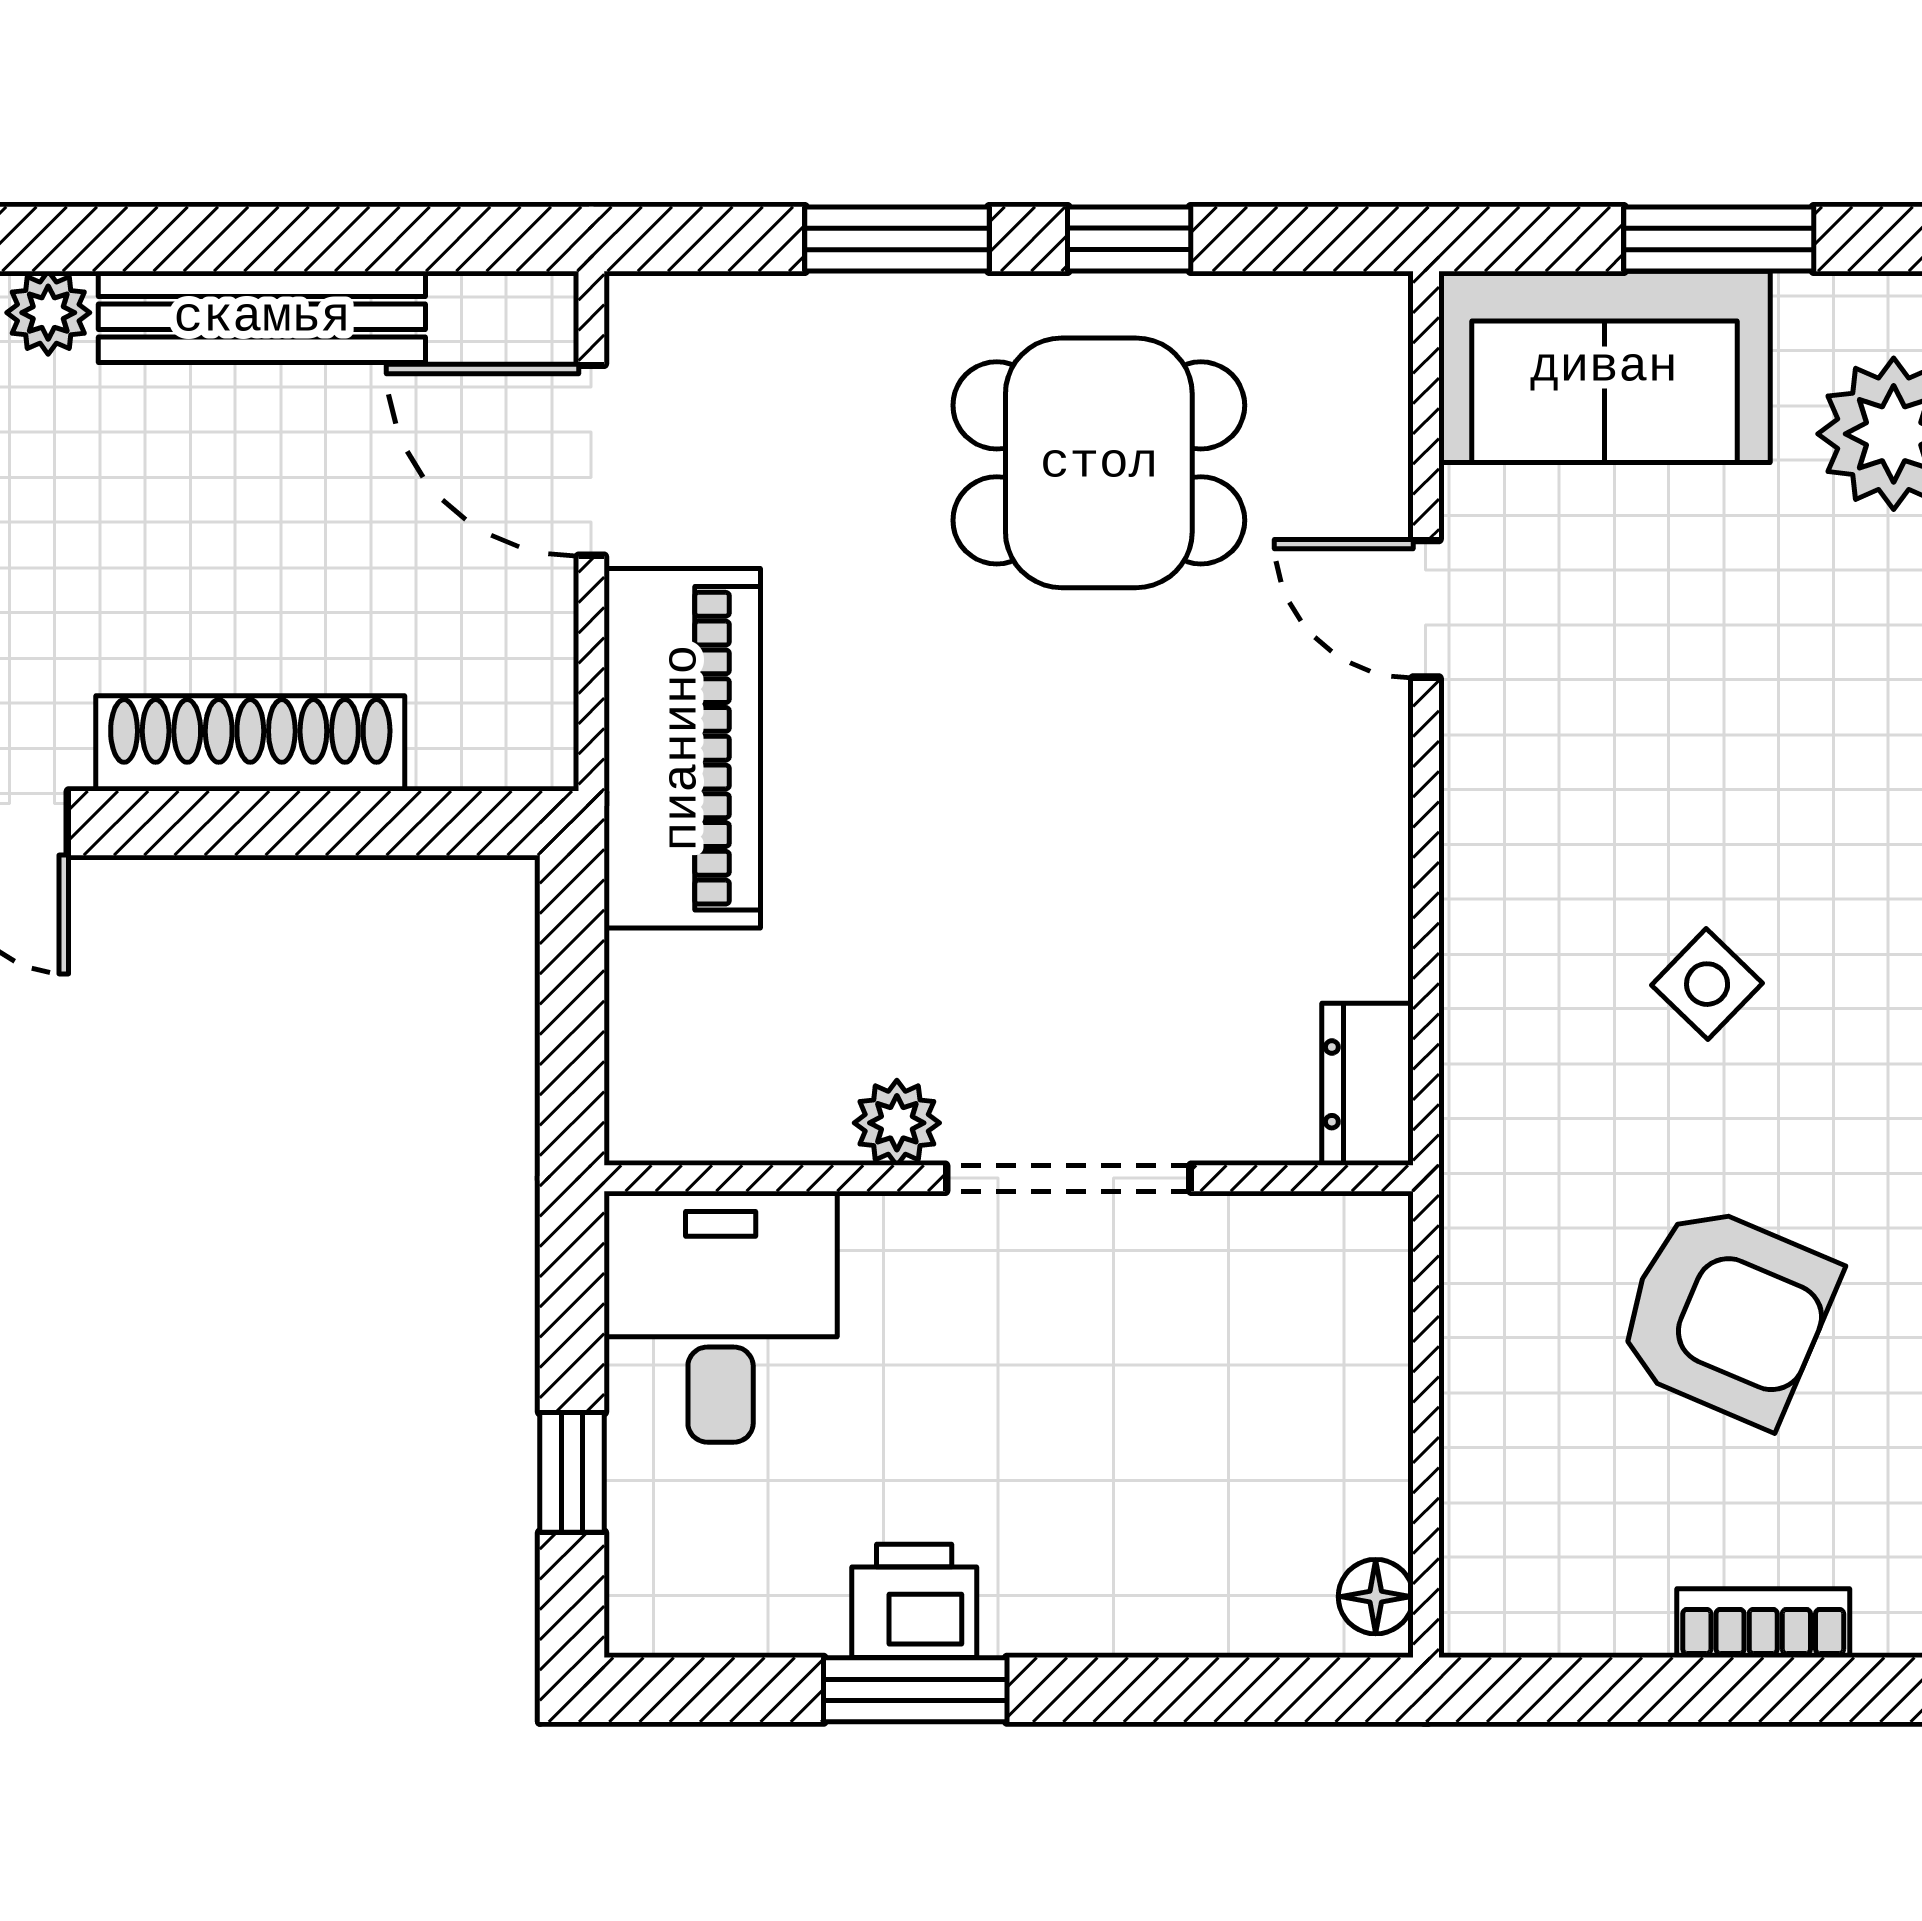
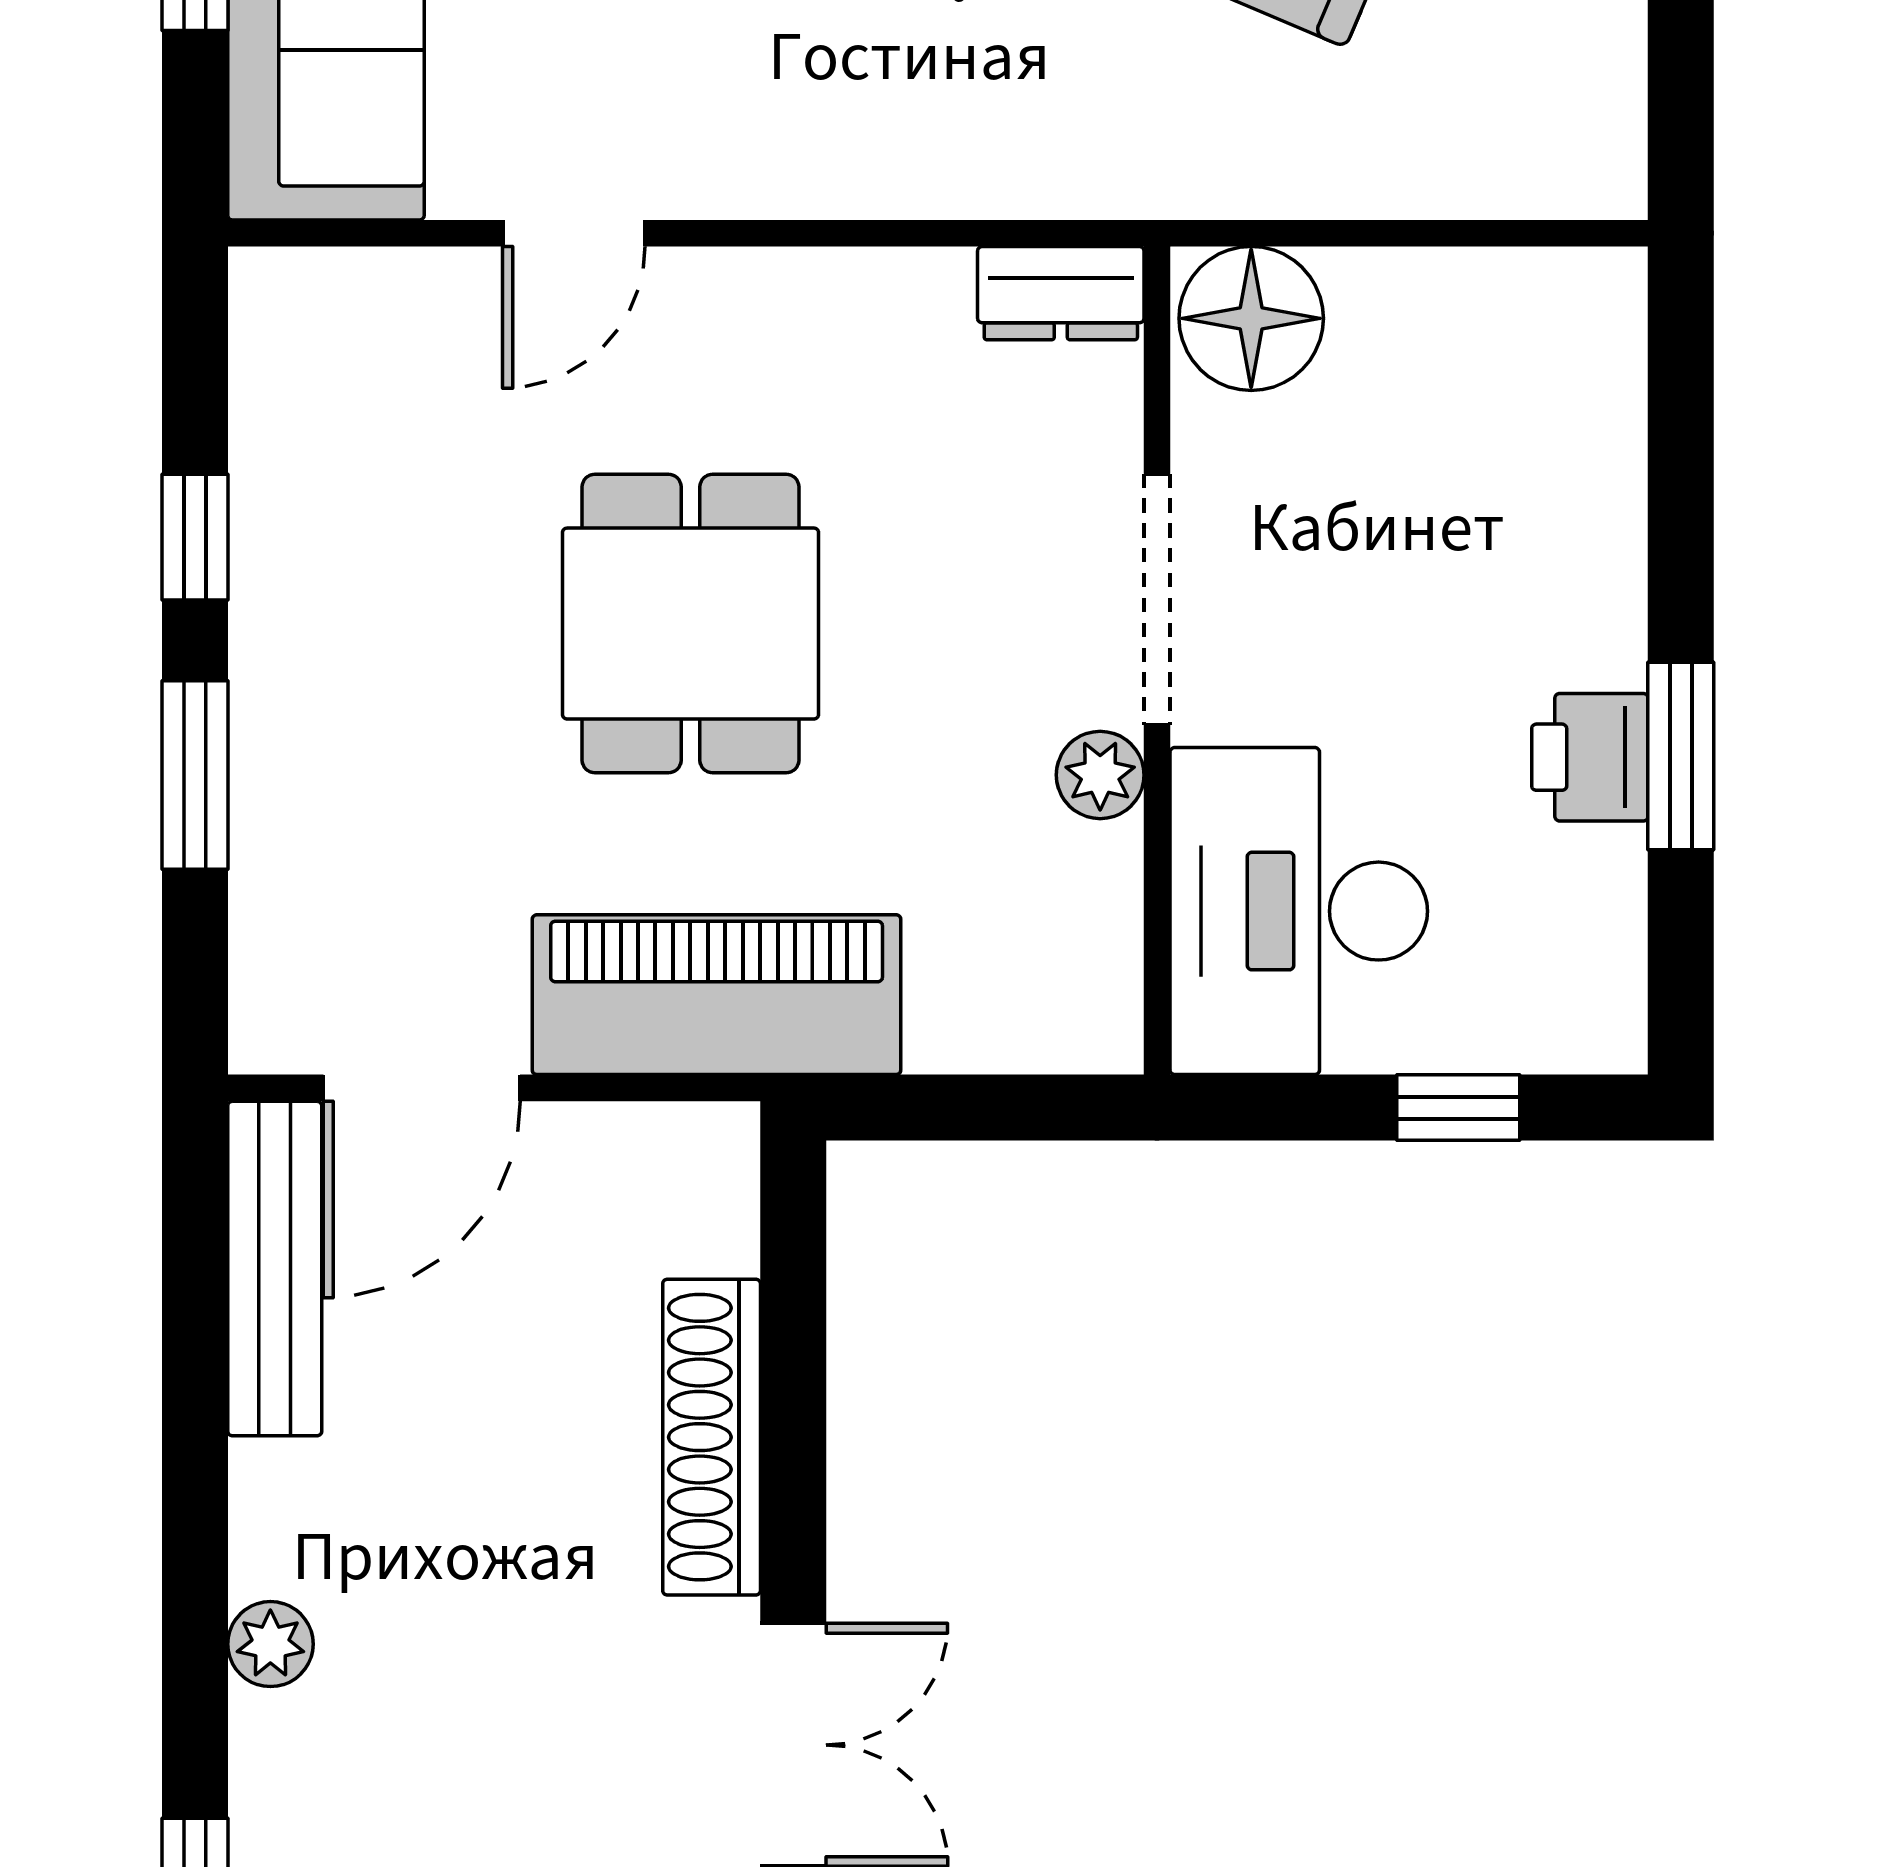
bench: (262, 317) -> (275, 1269), moved
dining table: (1099, 463) -> (691, 624), moved
desk: (721, 1317) -> (1299, 911), width x1.37
floor lamp: (1376, 1597) -> (1251, 318), moved, width x1.89, depth x1.89

